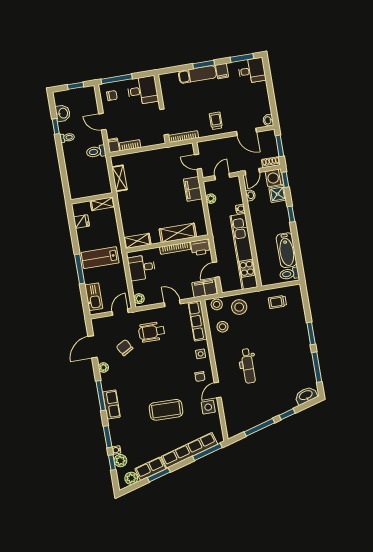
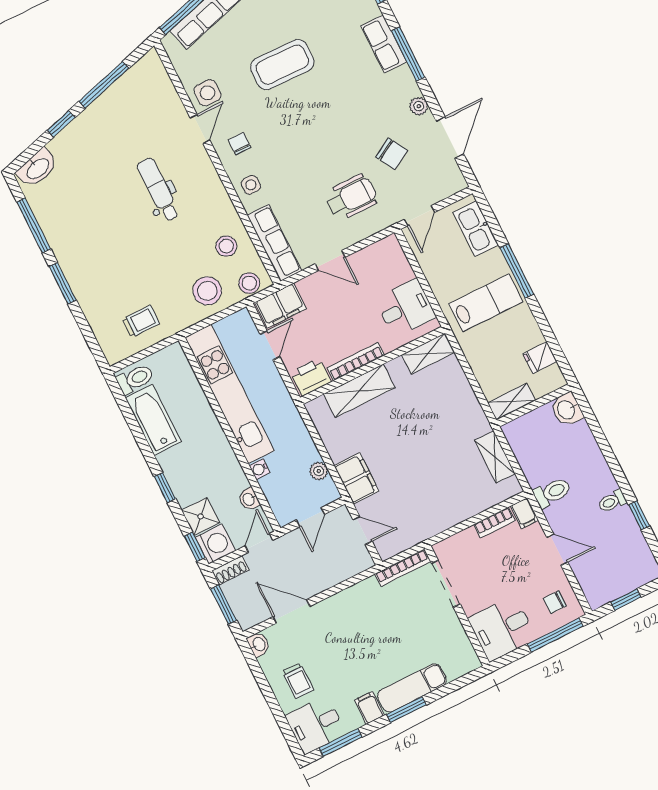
washbasin: (63, 113) -> (567, 410), moved
trolley: (216, 121) -> (298, 681), moved
plant: (139, 299) -> (393, 250), removed

